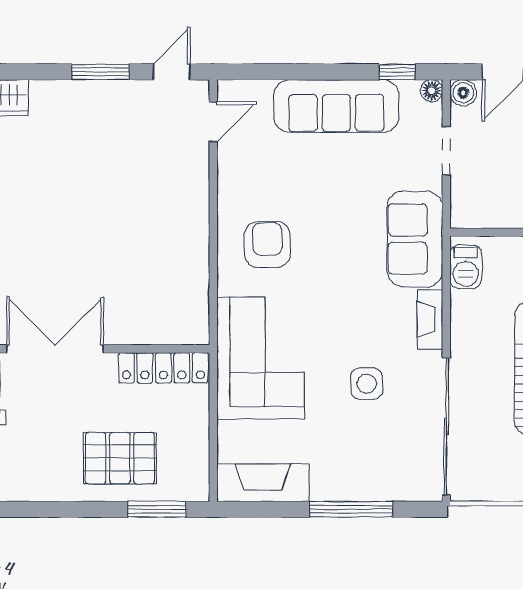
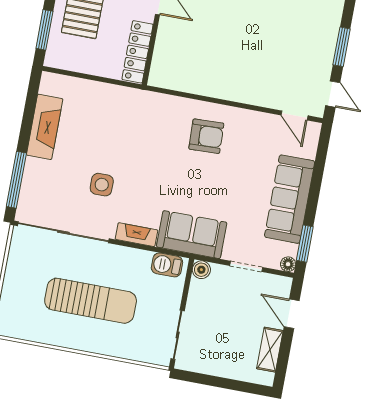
window: (397, 72) -> (305, 244), width x1.50
boiler: (463, 93) -> (201, 270), moved
corner sofa: (260, 358) -> (132, 117), removed
fireplace: (263, 483) -> (45, 127), moved
window: (351, 509) -> (16, 180), moved

